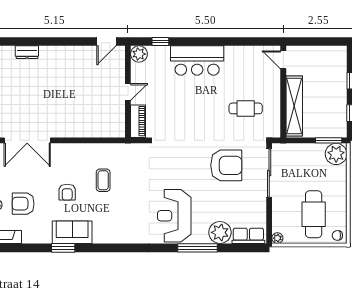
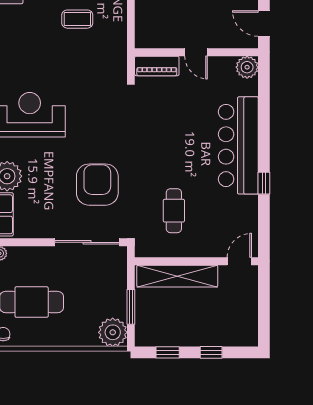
window: (160, 41) -> (264, 183), moved
bar counter: (197, 61) -> (238, 145), width x1.36
window: (329, 140) -> (131, 307), moved
armchair: (226, 165) -> (97, 185), turned 180

